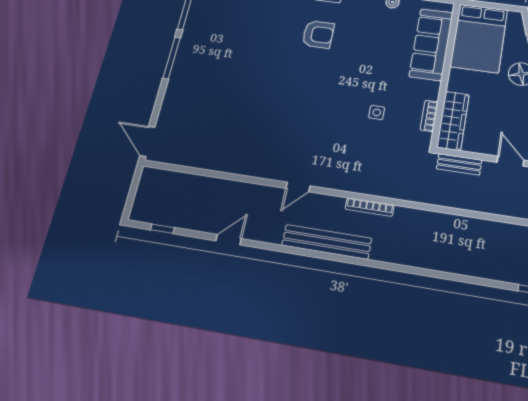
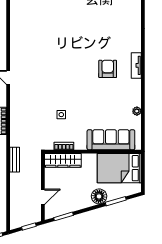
armchair: (318, 34) -> (108, 69), turned 180
bench: (459, 164) -> (15, 160), moved

